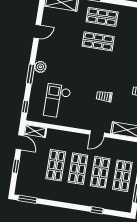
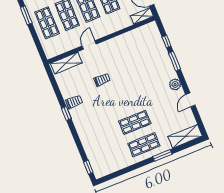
plant: (40, 67) -> (175, 84), moved
checkout: (57, 101) -> (139, 52), removed
window: (25, 107) -> (167, 41), moved

